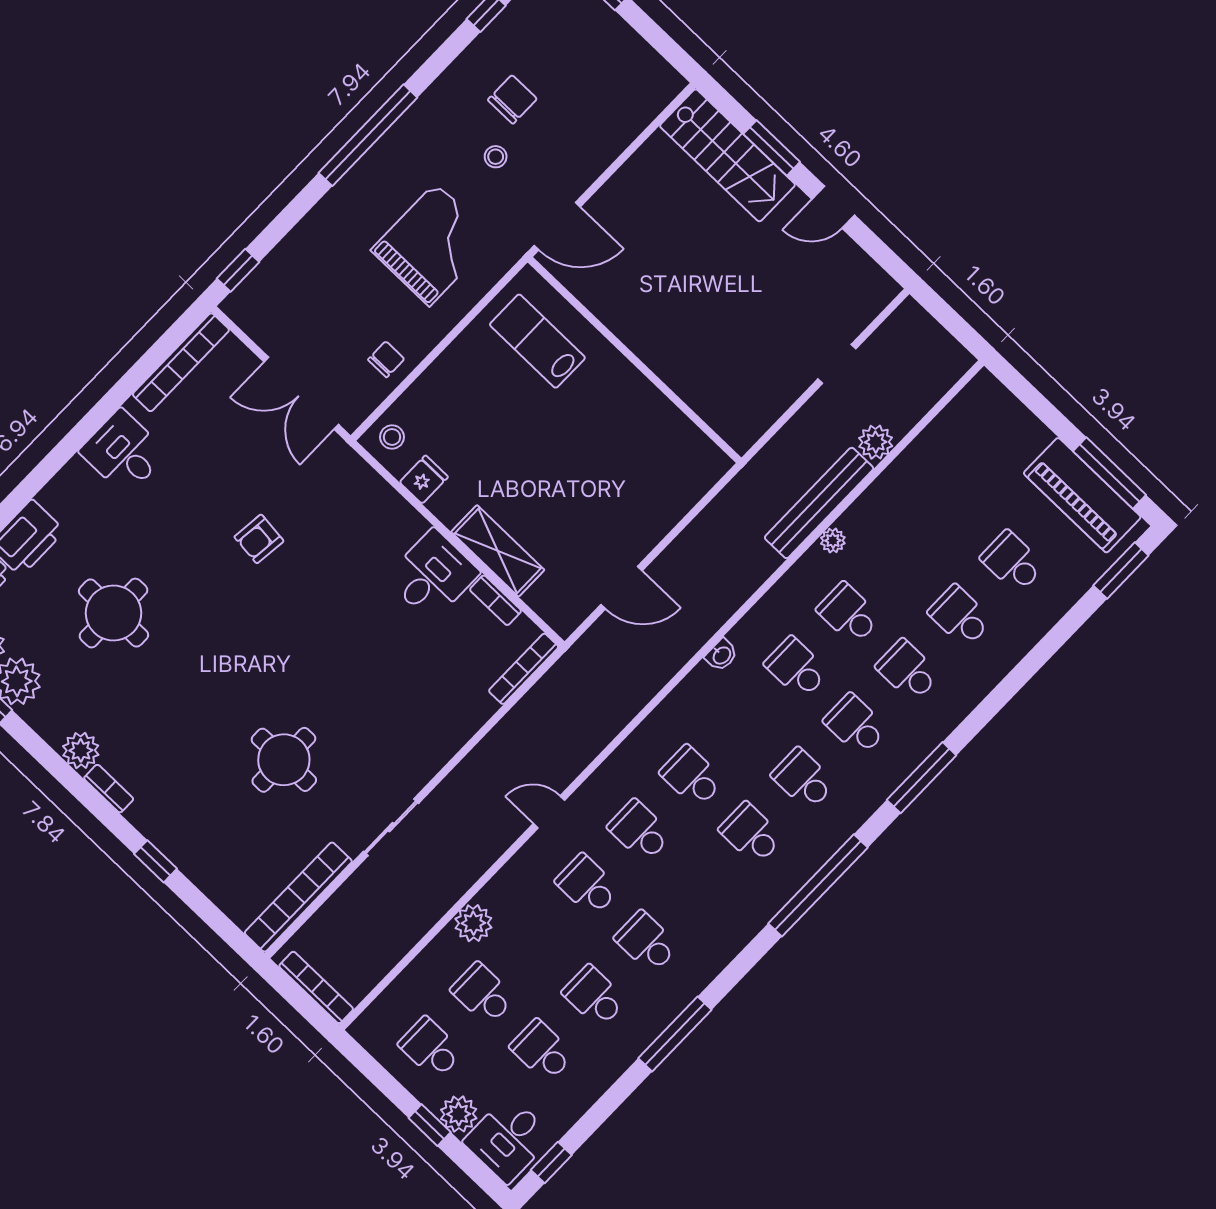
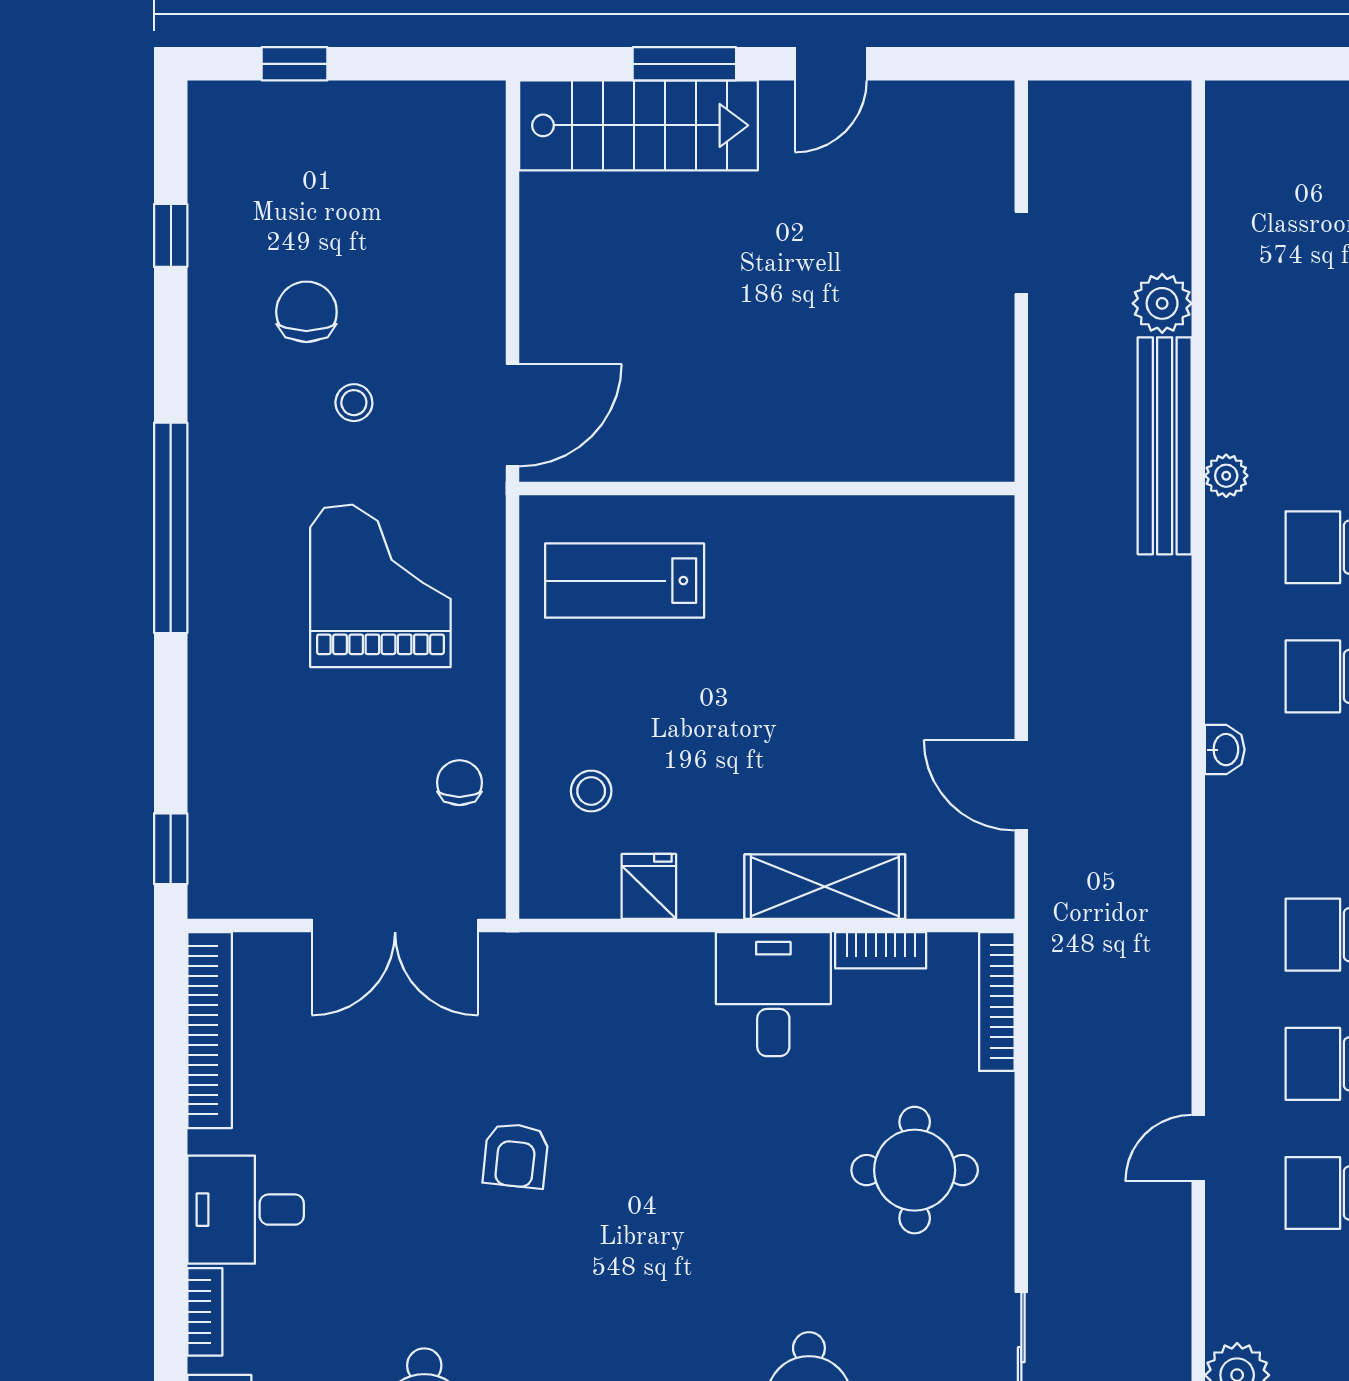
stool: (392, 437) -> (591, 791), moved
bookcase: (65, 479) -> (205, 1312), added
door: (622, 588) -> (1021, 785), swing flipped
round table: (421, 706) -> (915, 1170), added

